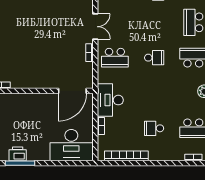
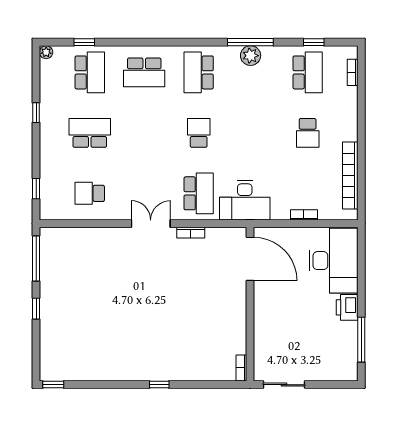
desk: (110, 100) -> (245, 200), moved
printer: (18, 154) -> (347, 307), moved

